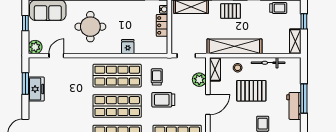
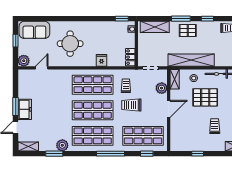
locker: (162, 25) -> (130, 57), moved
window: (25, 83) -> (16, 107), moved
freezer: (36, 89) -> (25, 109), moved

